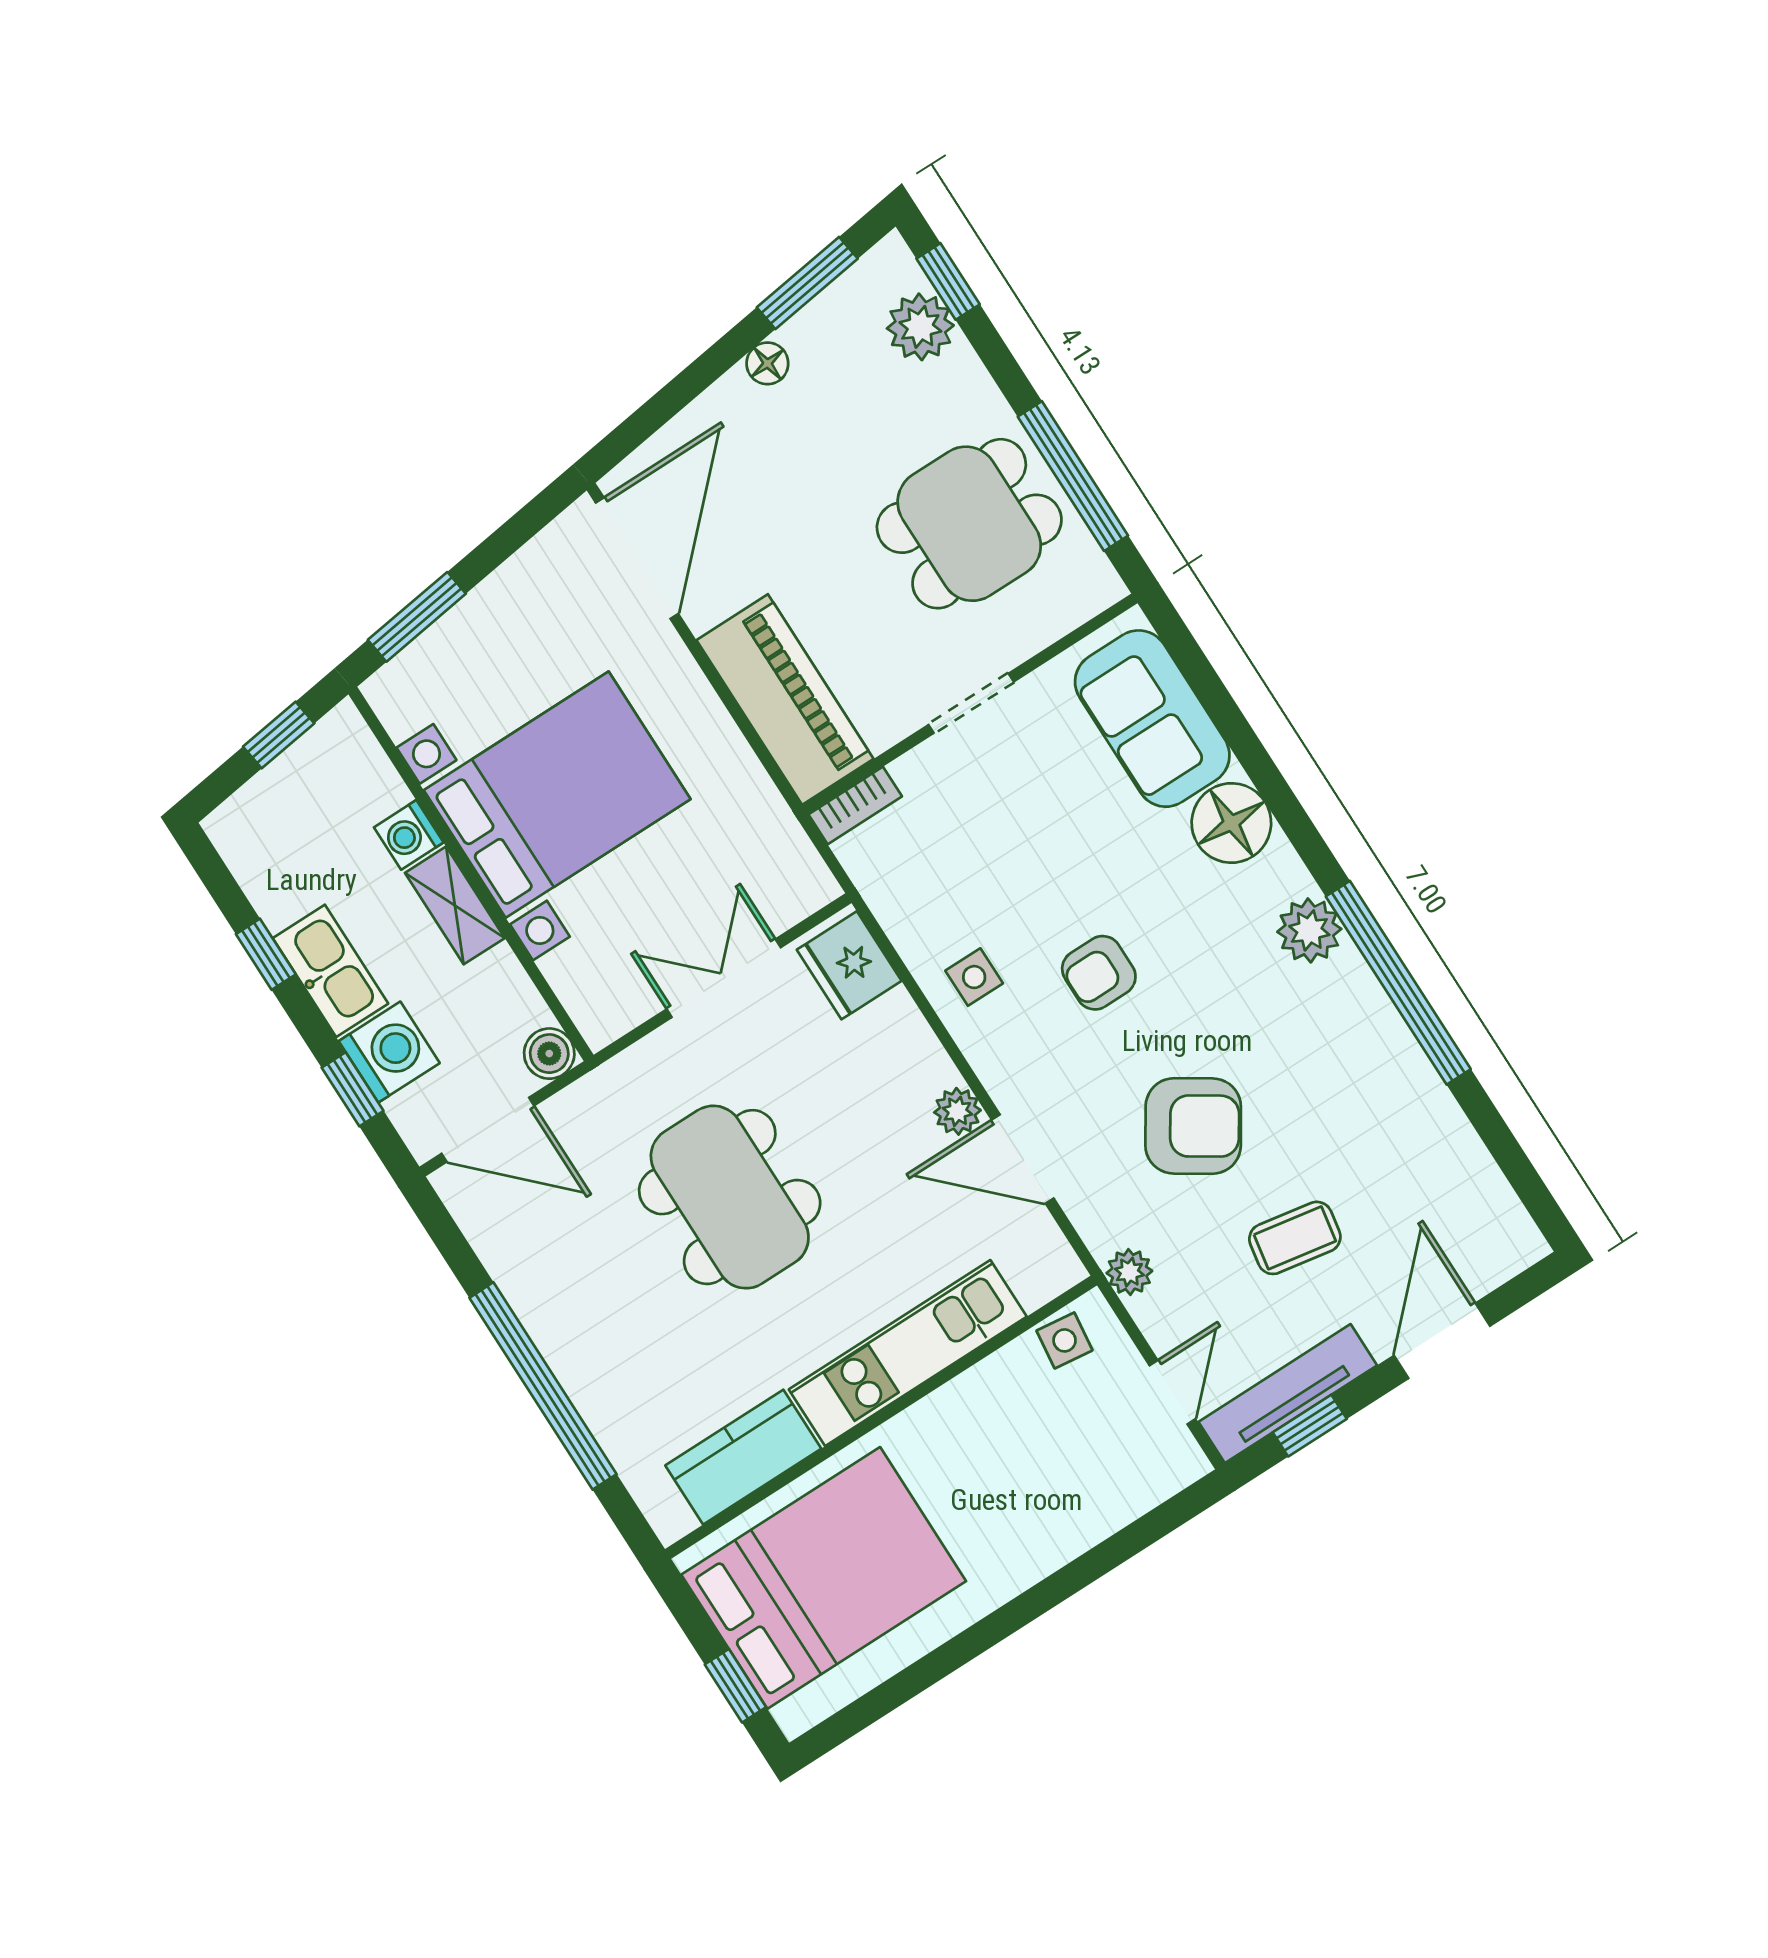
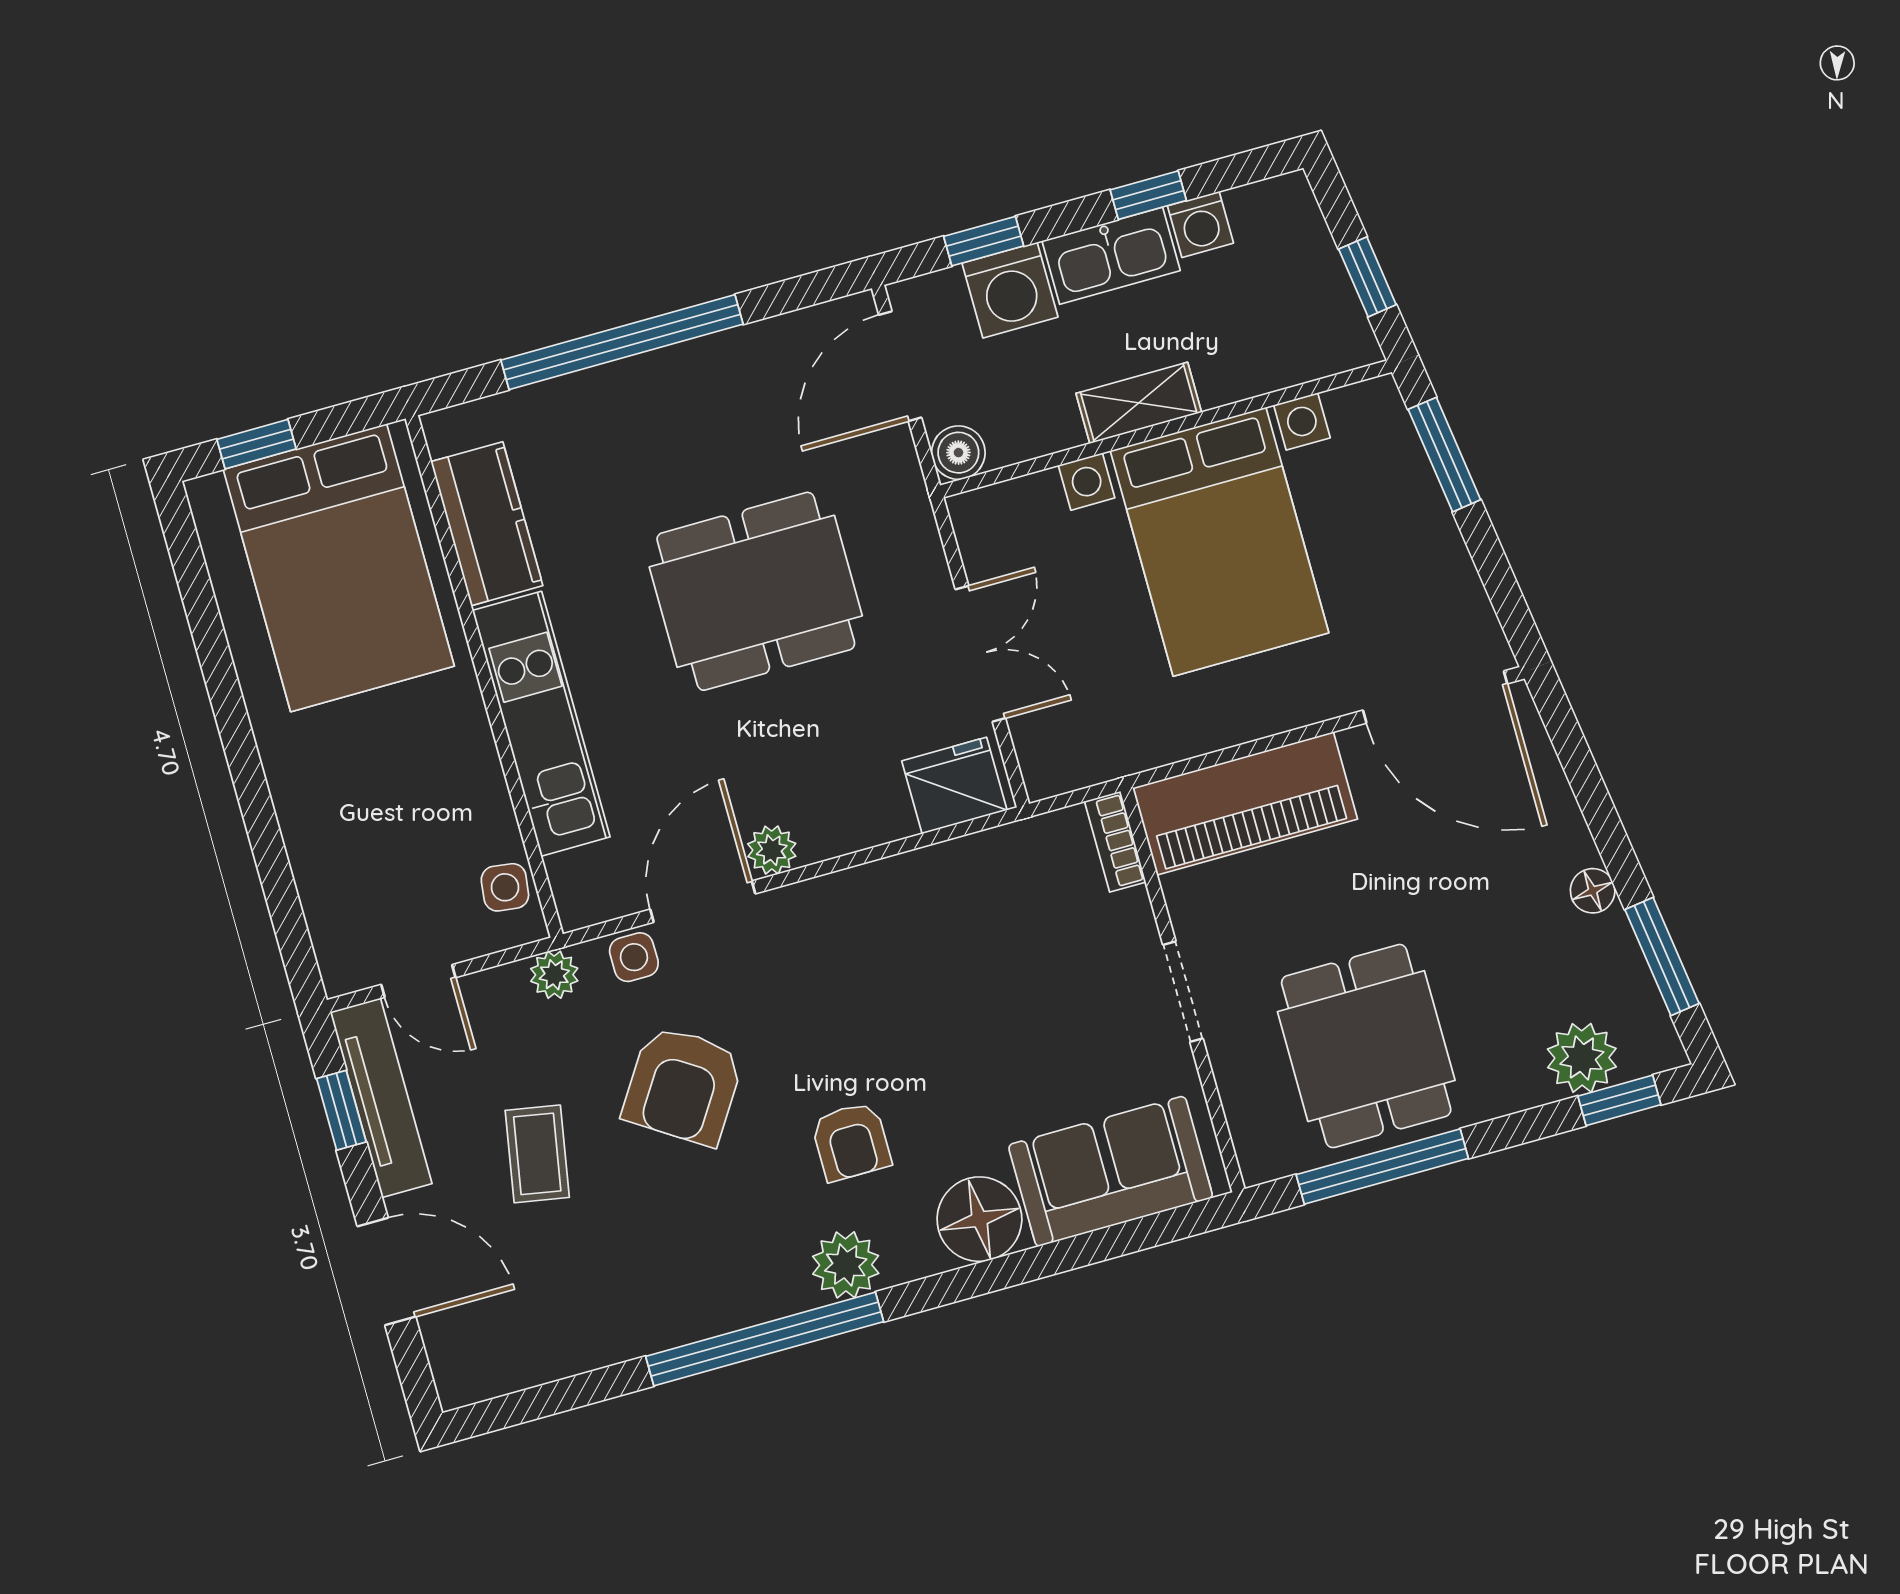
washing machine: (409, 835) -> (1200, 224), moved, turned 180
armchair: (1099, 973) -> (851, 1142), moved, turned 180
side table: (974, 977) -> (634, 957), moved

